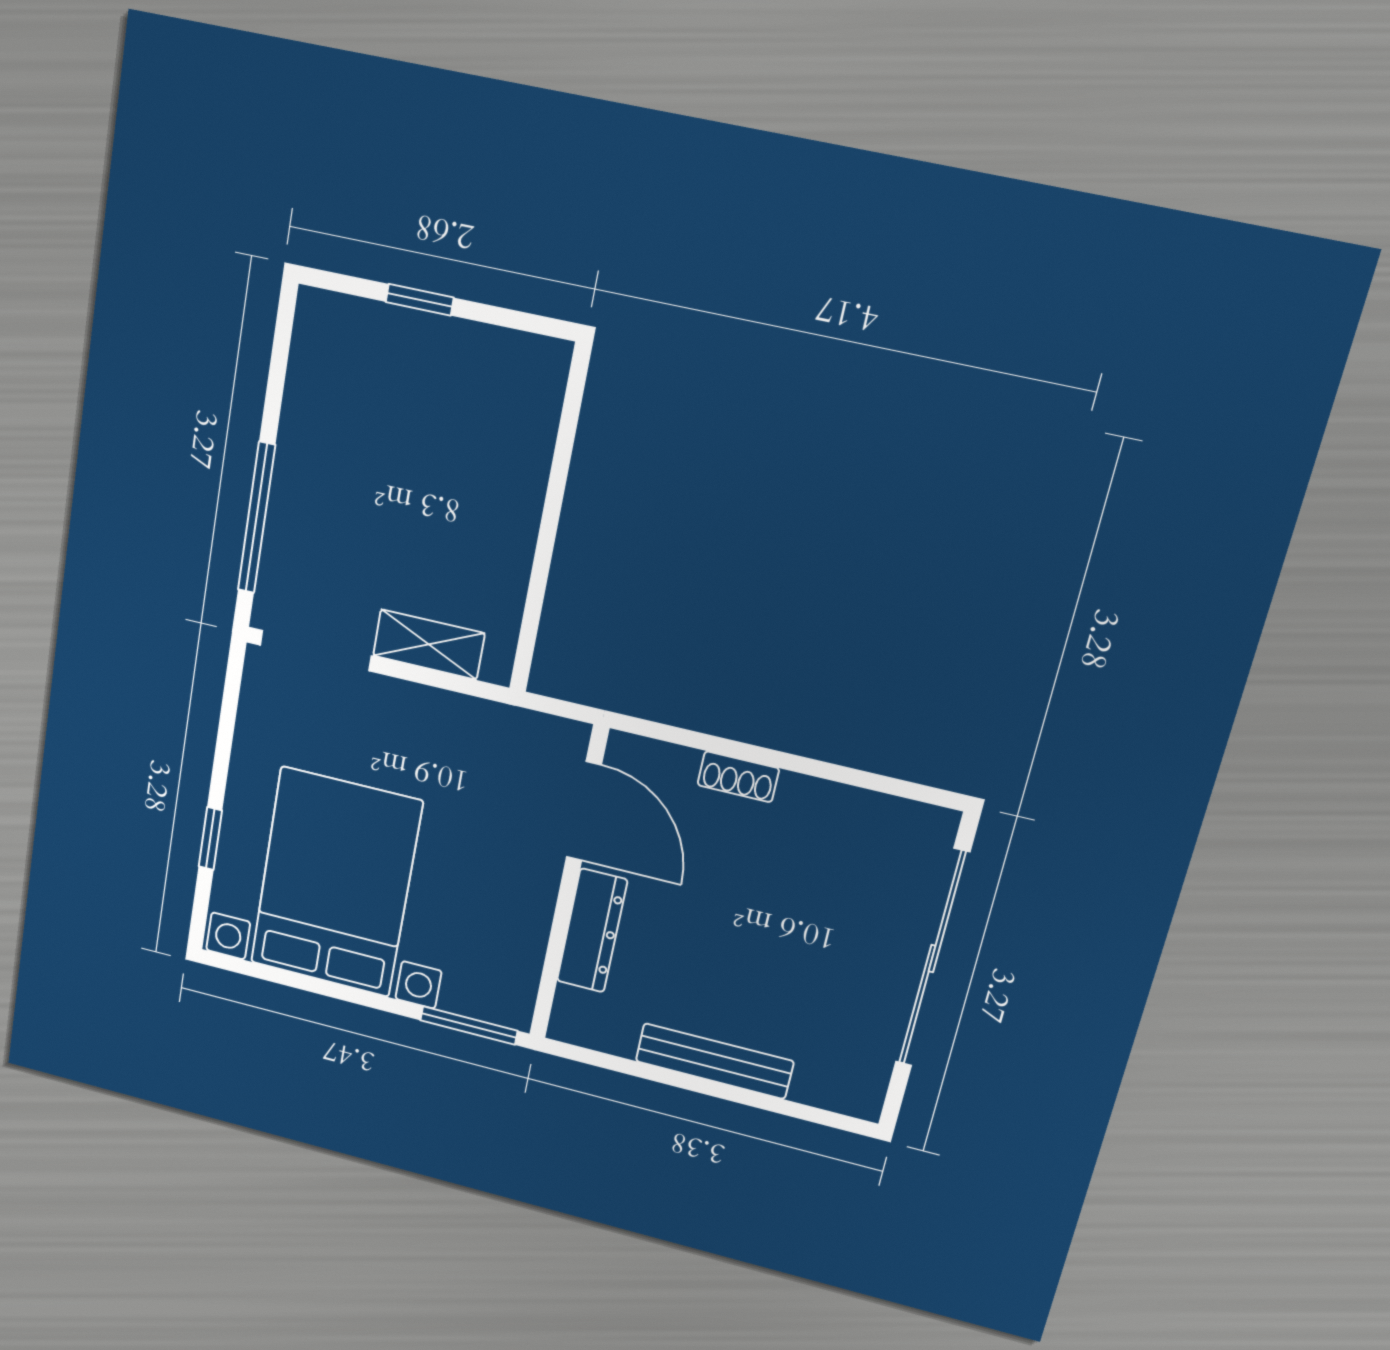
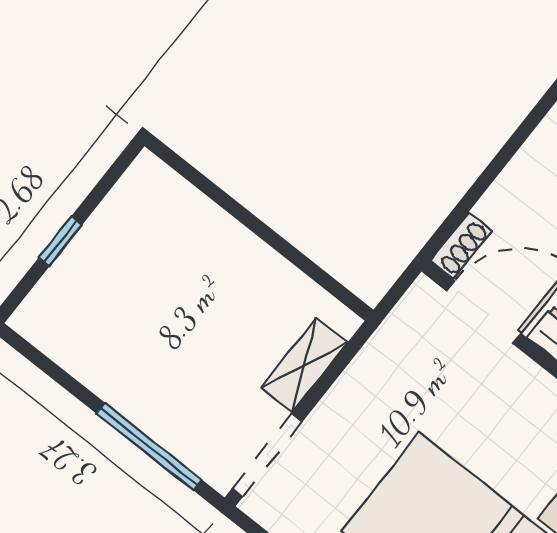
shoe rack: (738, 777) -> (461, 246), moved

